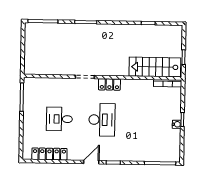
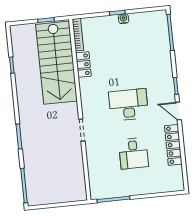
stairs: (155, 67) -> (56, 63), width x1.36, depth x1.51
locker: (109, 84) -> (83, 65), moved
locker: (49, 154) -> (173, 145), moved

